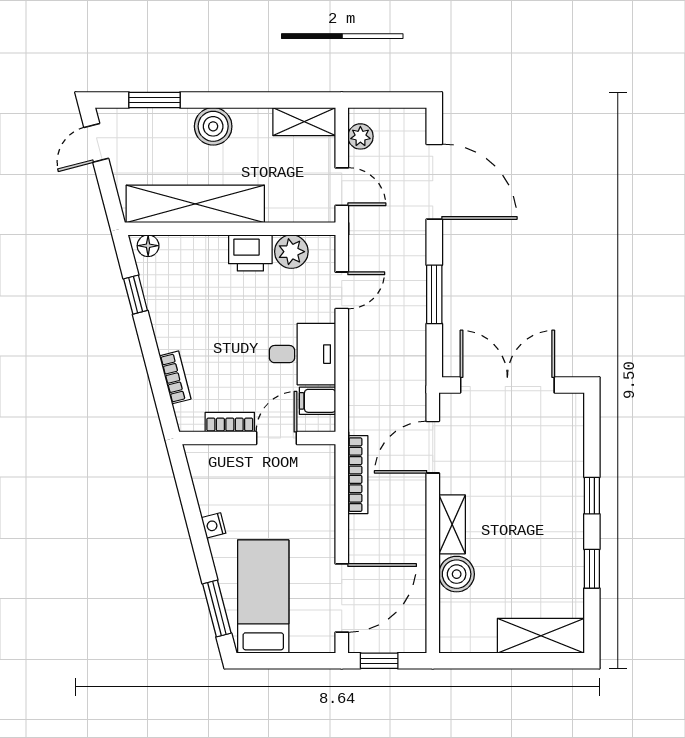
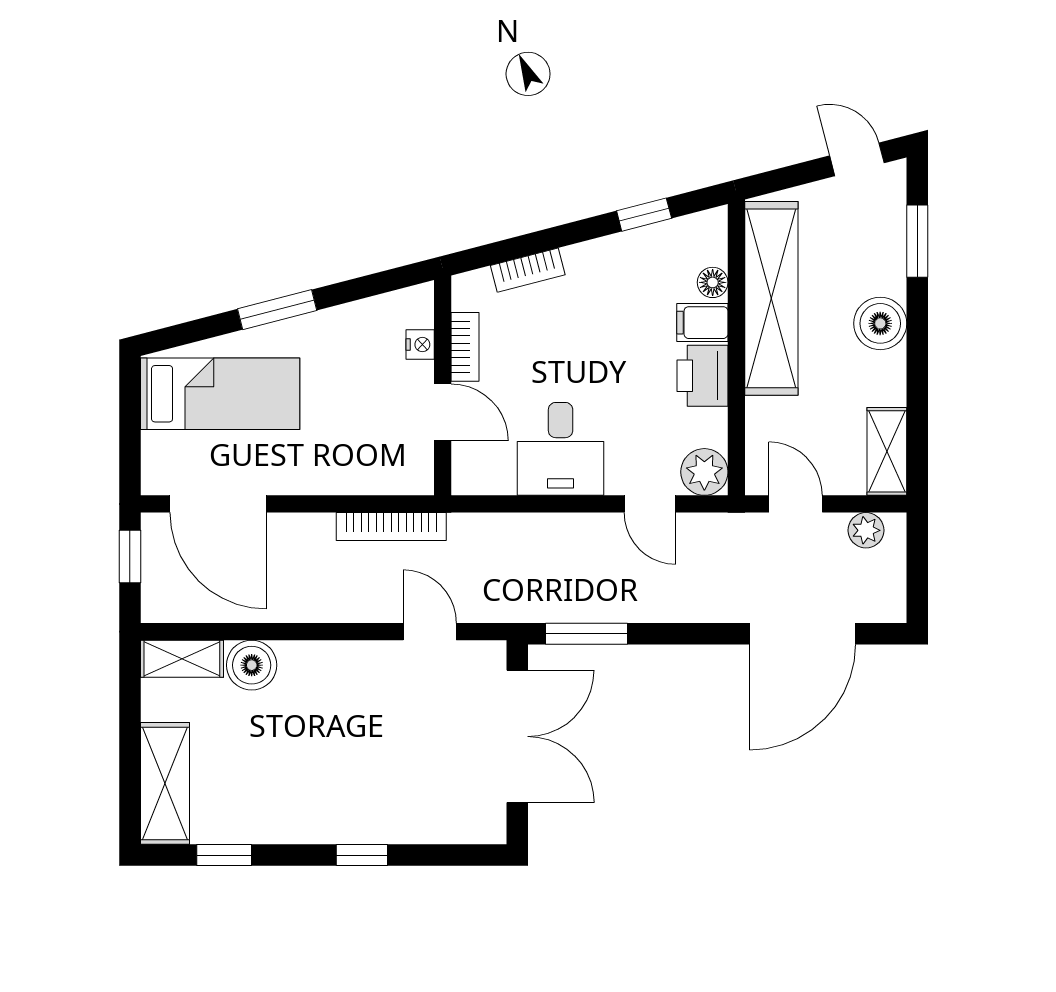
door: (342, 187) -> (796, 504), swing flipped
floor lamp: (148, 246) -> (713, 282), moved
plant: (291, 252) -> (704, 472), moved
window: (434, 294) -> (586, 634), moved
filing cabinet: (318, 401) -> (702, 323), moved, turned -90
door: (433, 447) -> (430, 632), width x0.73
shelving: (452, 524) -> (182, 659), moved
nightstand: (214, 525) -> (420, 345), moved, turned 105
window: (592, 569) -> (224, 855), moved
window: (217, 608) -> (277, 310), moved

